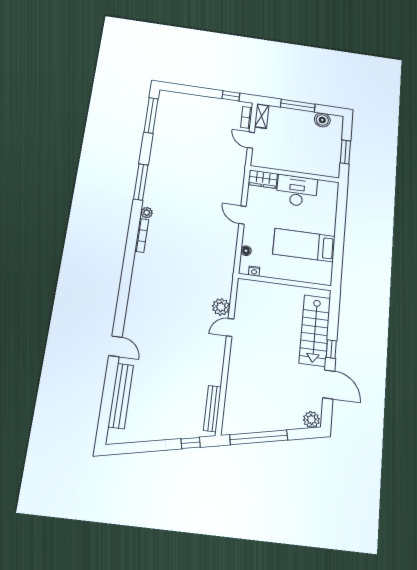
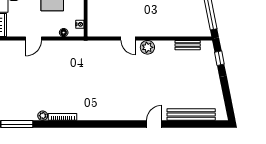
plant: (221, 307) -> (147, 47), moved
bench: (212, 409) -> (188, 45), width x0.73

